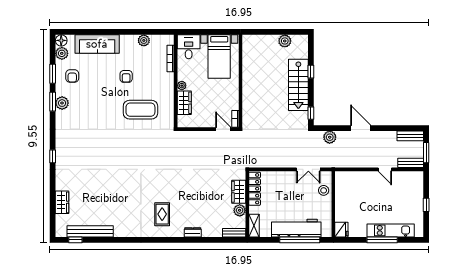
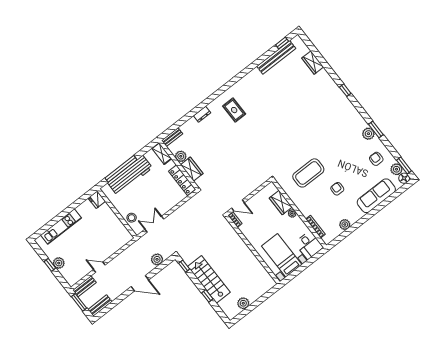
window: (53, 74) -> (404, 165), moved
plant: (417, 200) -> (59, 263), added
window: (382, 240) -> (62, 215), removed

